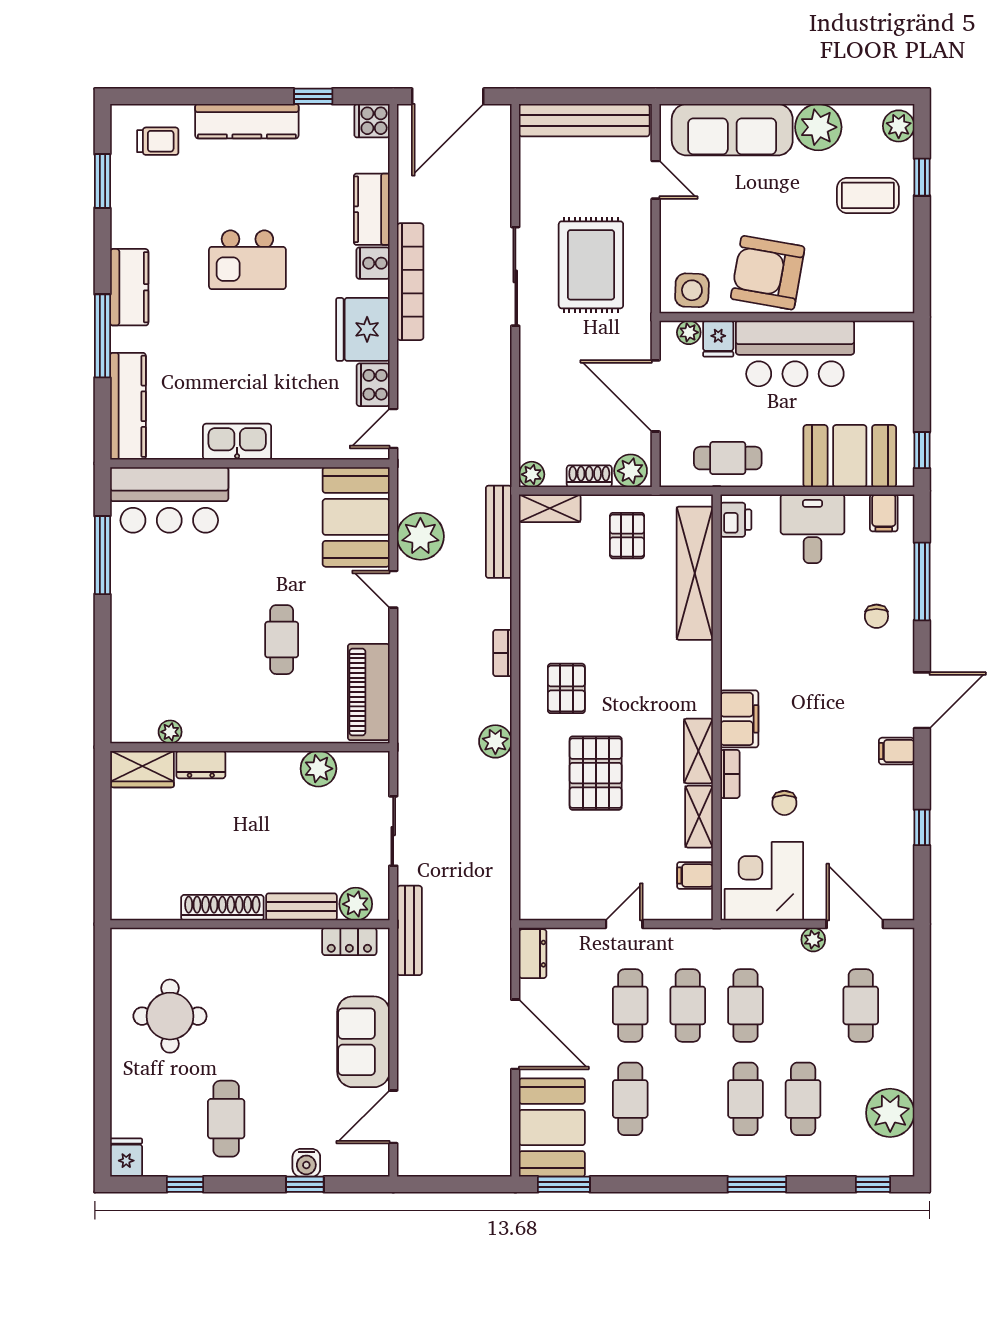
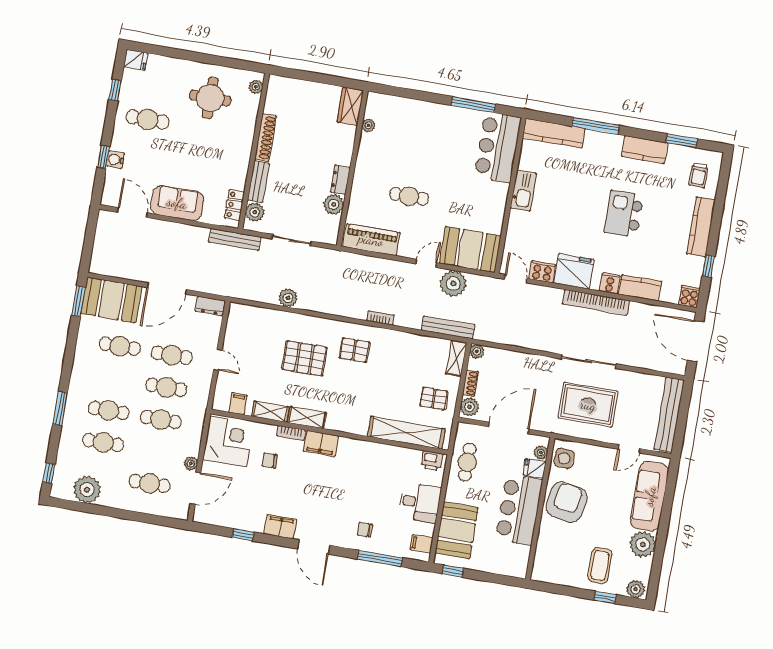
kitchen counter: (129, 287) -> (645, 150), moved
plant: (495, 741) -> (288, 298), moved
filing cabinet: (897, 751) -> (280, 527), width x2.00
dresser: (201, 765) -> (340, 180), moved
plant: (137, 940) -> (256, 87), added

